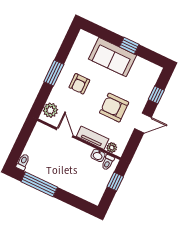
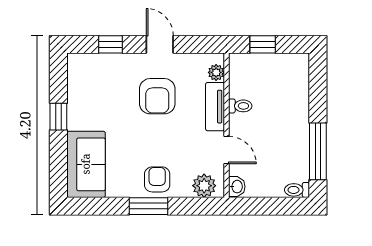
sofa: (113, 57) -> (86, 164), moved
armchair: (79, 84) -> (157, 179), moved, turned -90
door: (65, 133) -> (226, 150), swing flipped
washbasin: (98, 155) -> (237, 187), moved
toilet: (108, 162) -> (240, 106), moved

